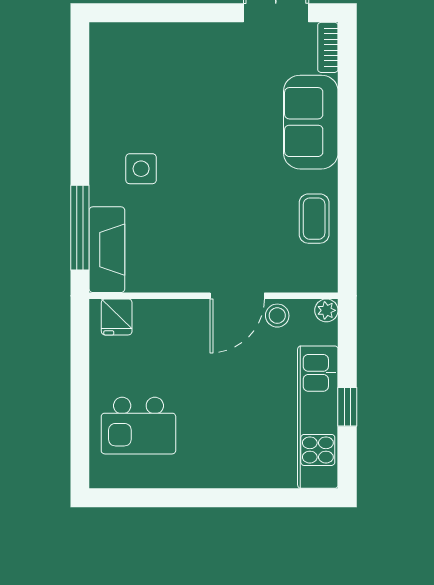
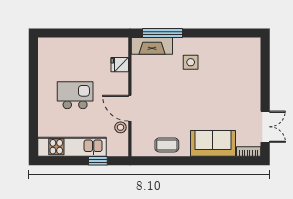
plant: (326, 310) -> (123, 151), removed
fridge: (117, 317) -> (120, 65), moved
window: (347, 407) -> (98, 161), moved
kitchen island: (138, 426) -> (75, 95), moved, turned 90

